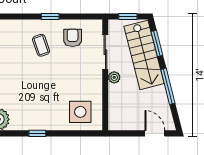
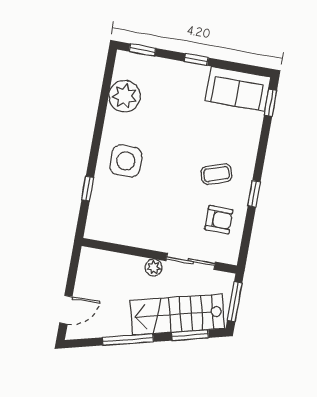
window: (128, 16) -> (235, 302), width x1.50
side table: (80, 112) -> (126, 161), moved
window: (37, 133) -> (88, 189), moved

